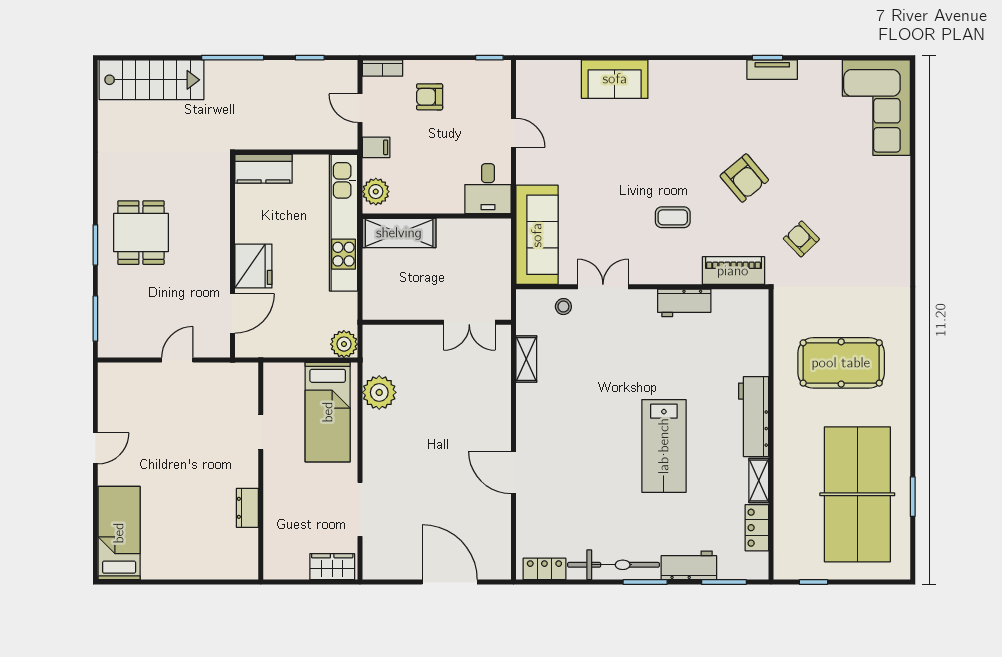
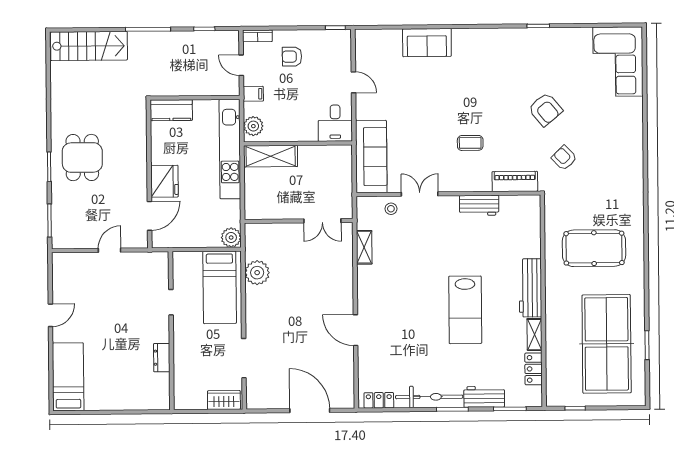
tv unit: (772, 70) -> (542, 35), removed
armchair: (744, 178) -> (545, 109), moved

